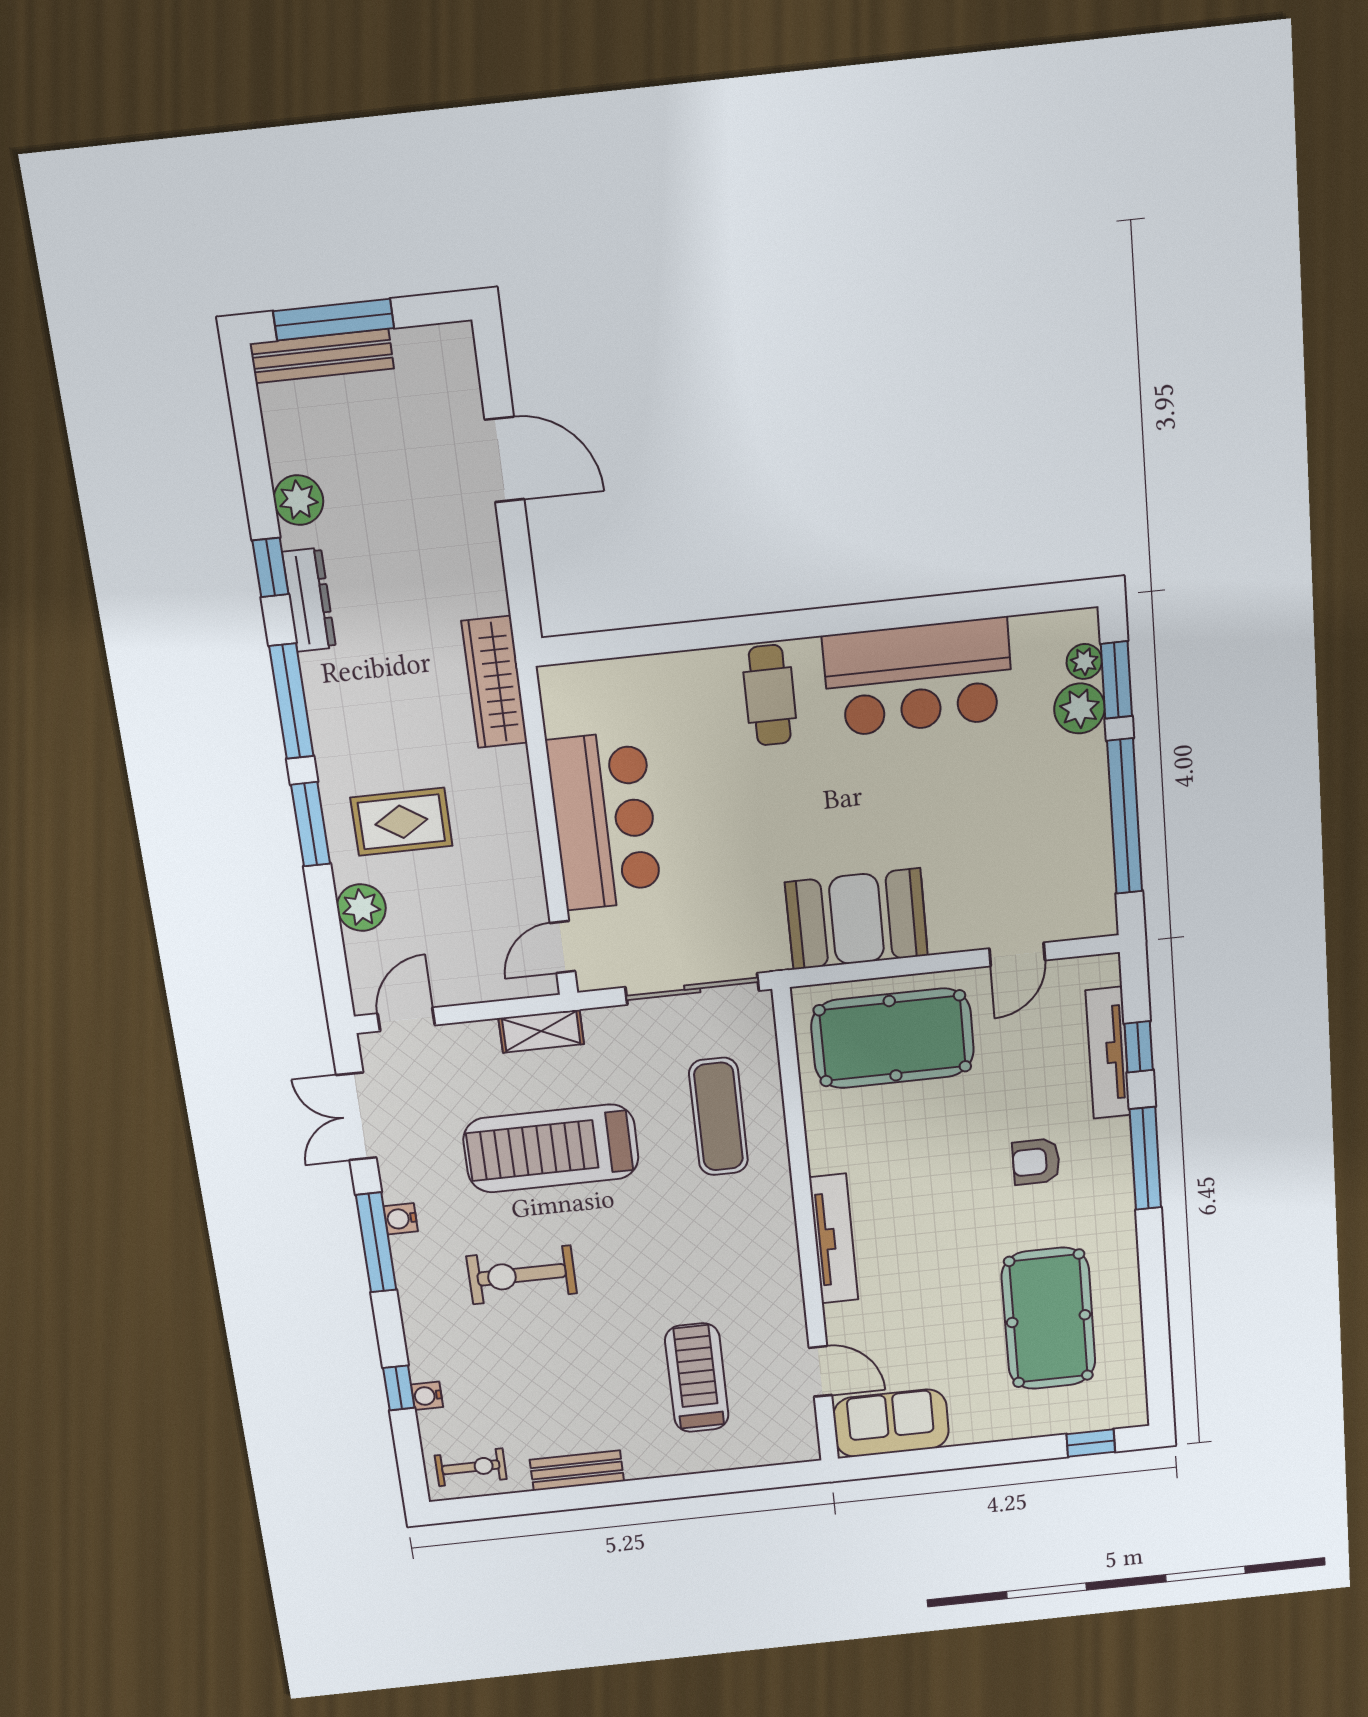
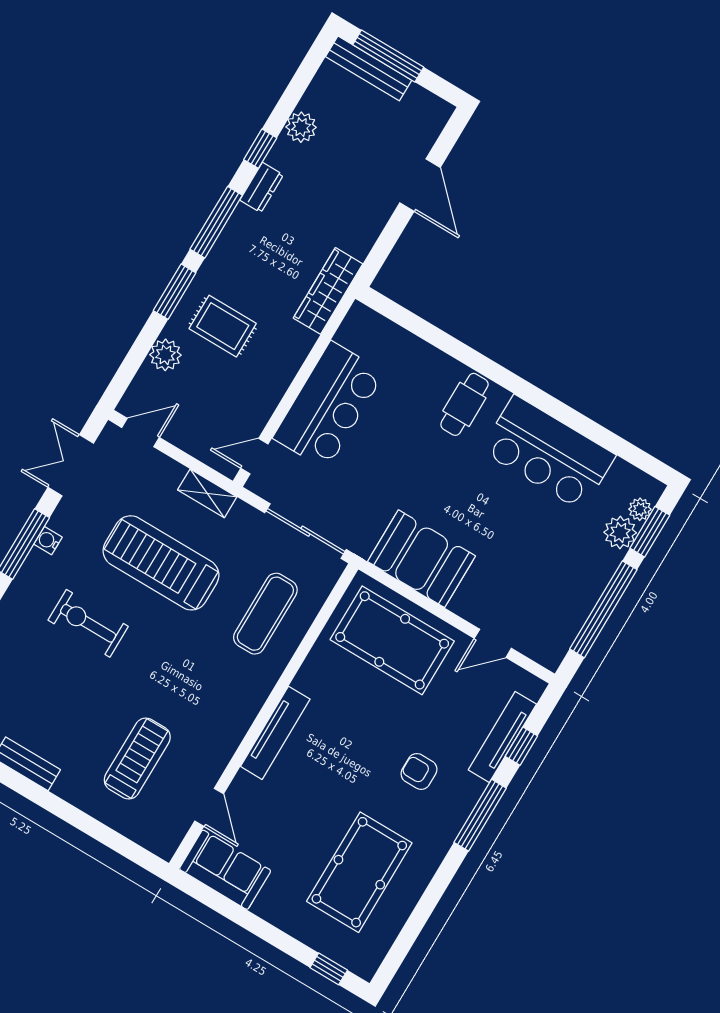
dresser: (309, 600) -> (262, 187), width x0.70

